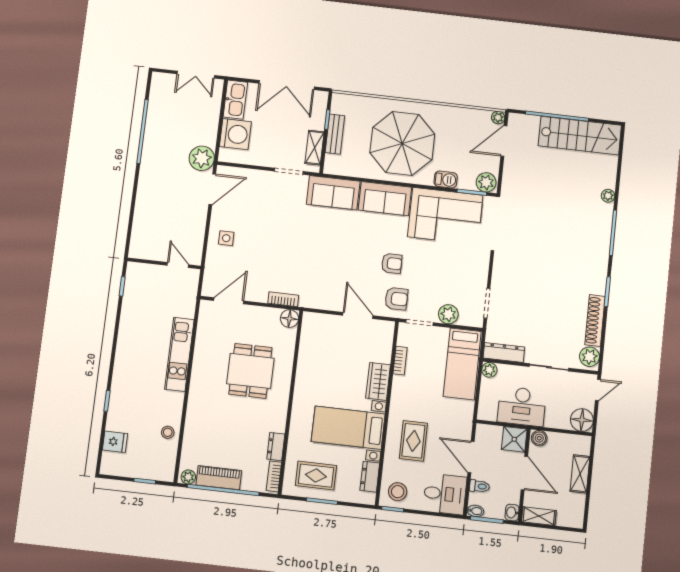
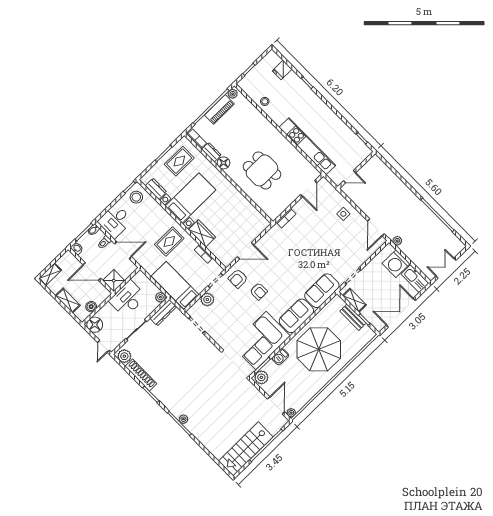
plant: (202, 158) -> (397, 241), width x0.53, depth x0.53
plant: (608, 196) -> (183, 419), moved
armchair: (392, 263) -> (259, 291), turned -90
floor lamp: (289, 319) -> (224, 163), moved
kitchen unit: (179, 354) -> (307, 146), width x1.36
boiler: (539, 438) -> (91, 307), moved
rug: (413, 441) -> (169, 242), moved, turned 90
shelving: (539, 516) -> (50, 274), moved

